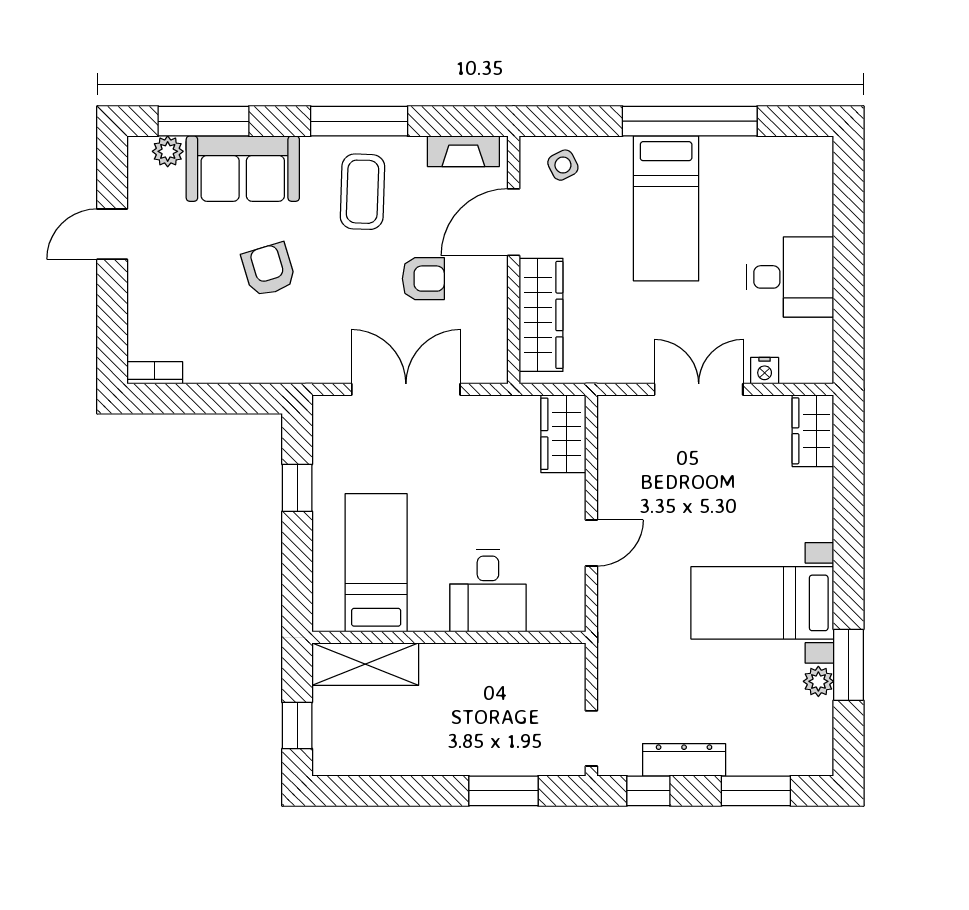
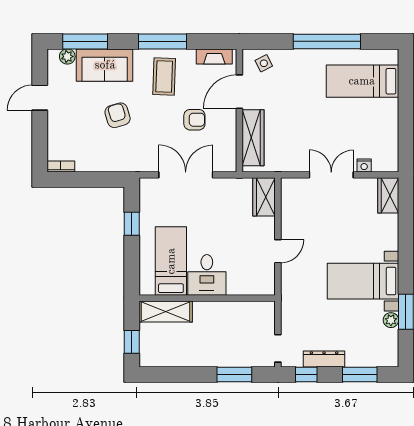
bed: (666, 208) -> (362, 81), moved, turned 90
desk: (790, 277) -> (377, 119), removed
desk: (488, 591) -> (207, 275), moved

